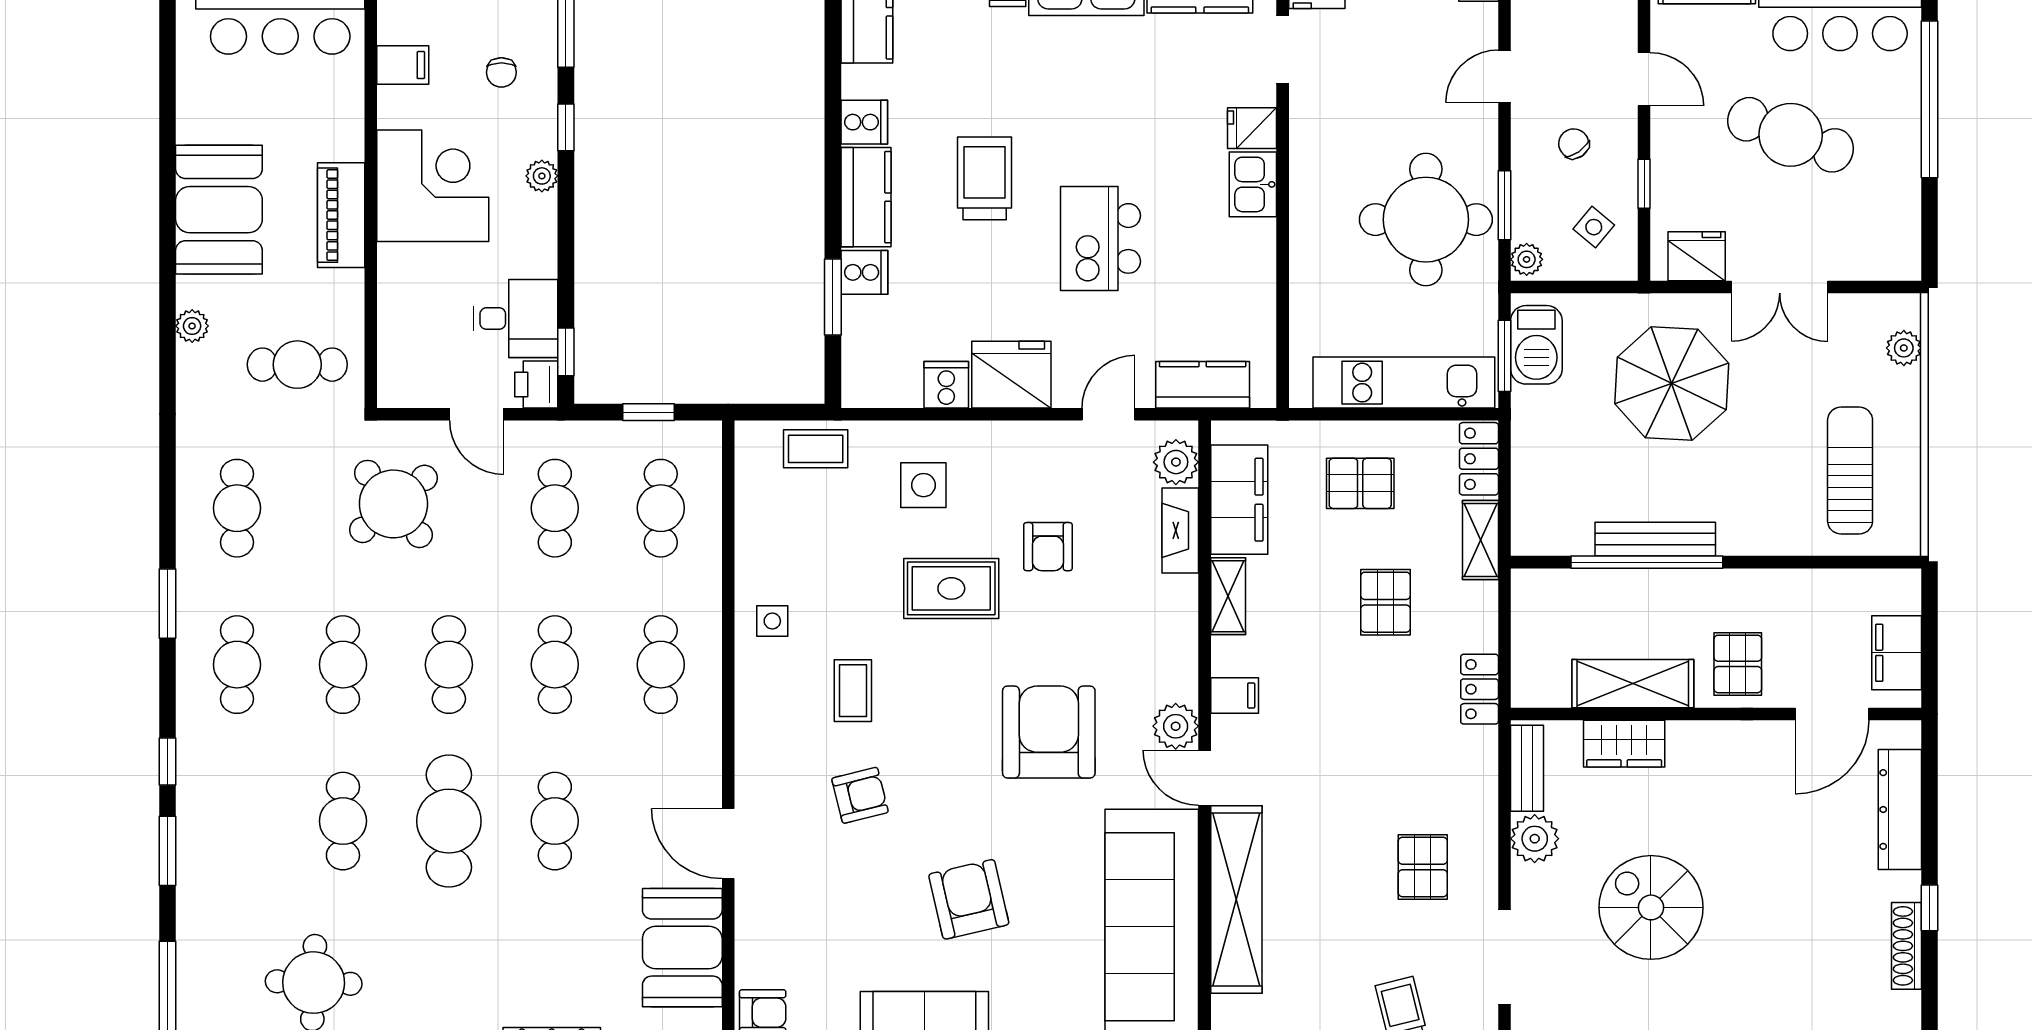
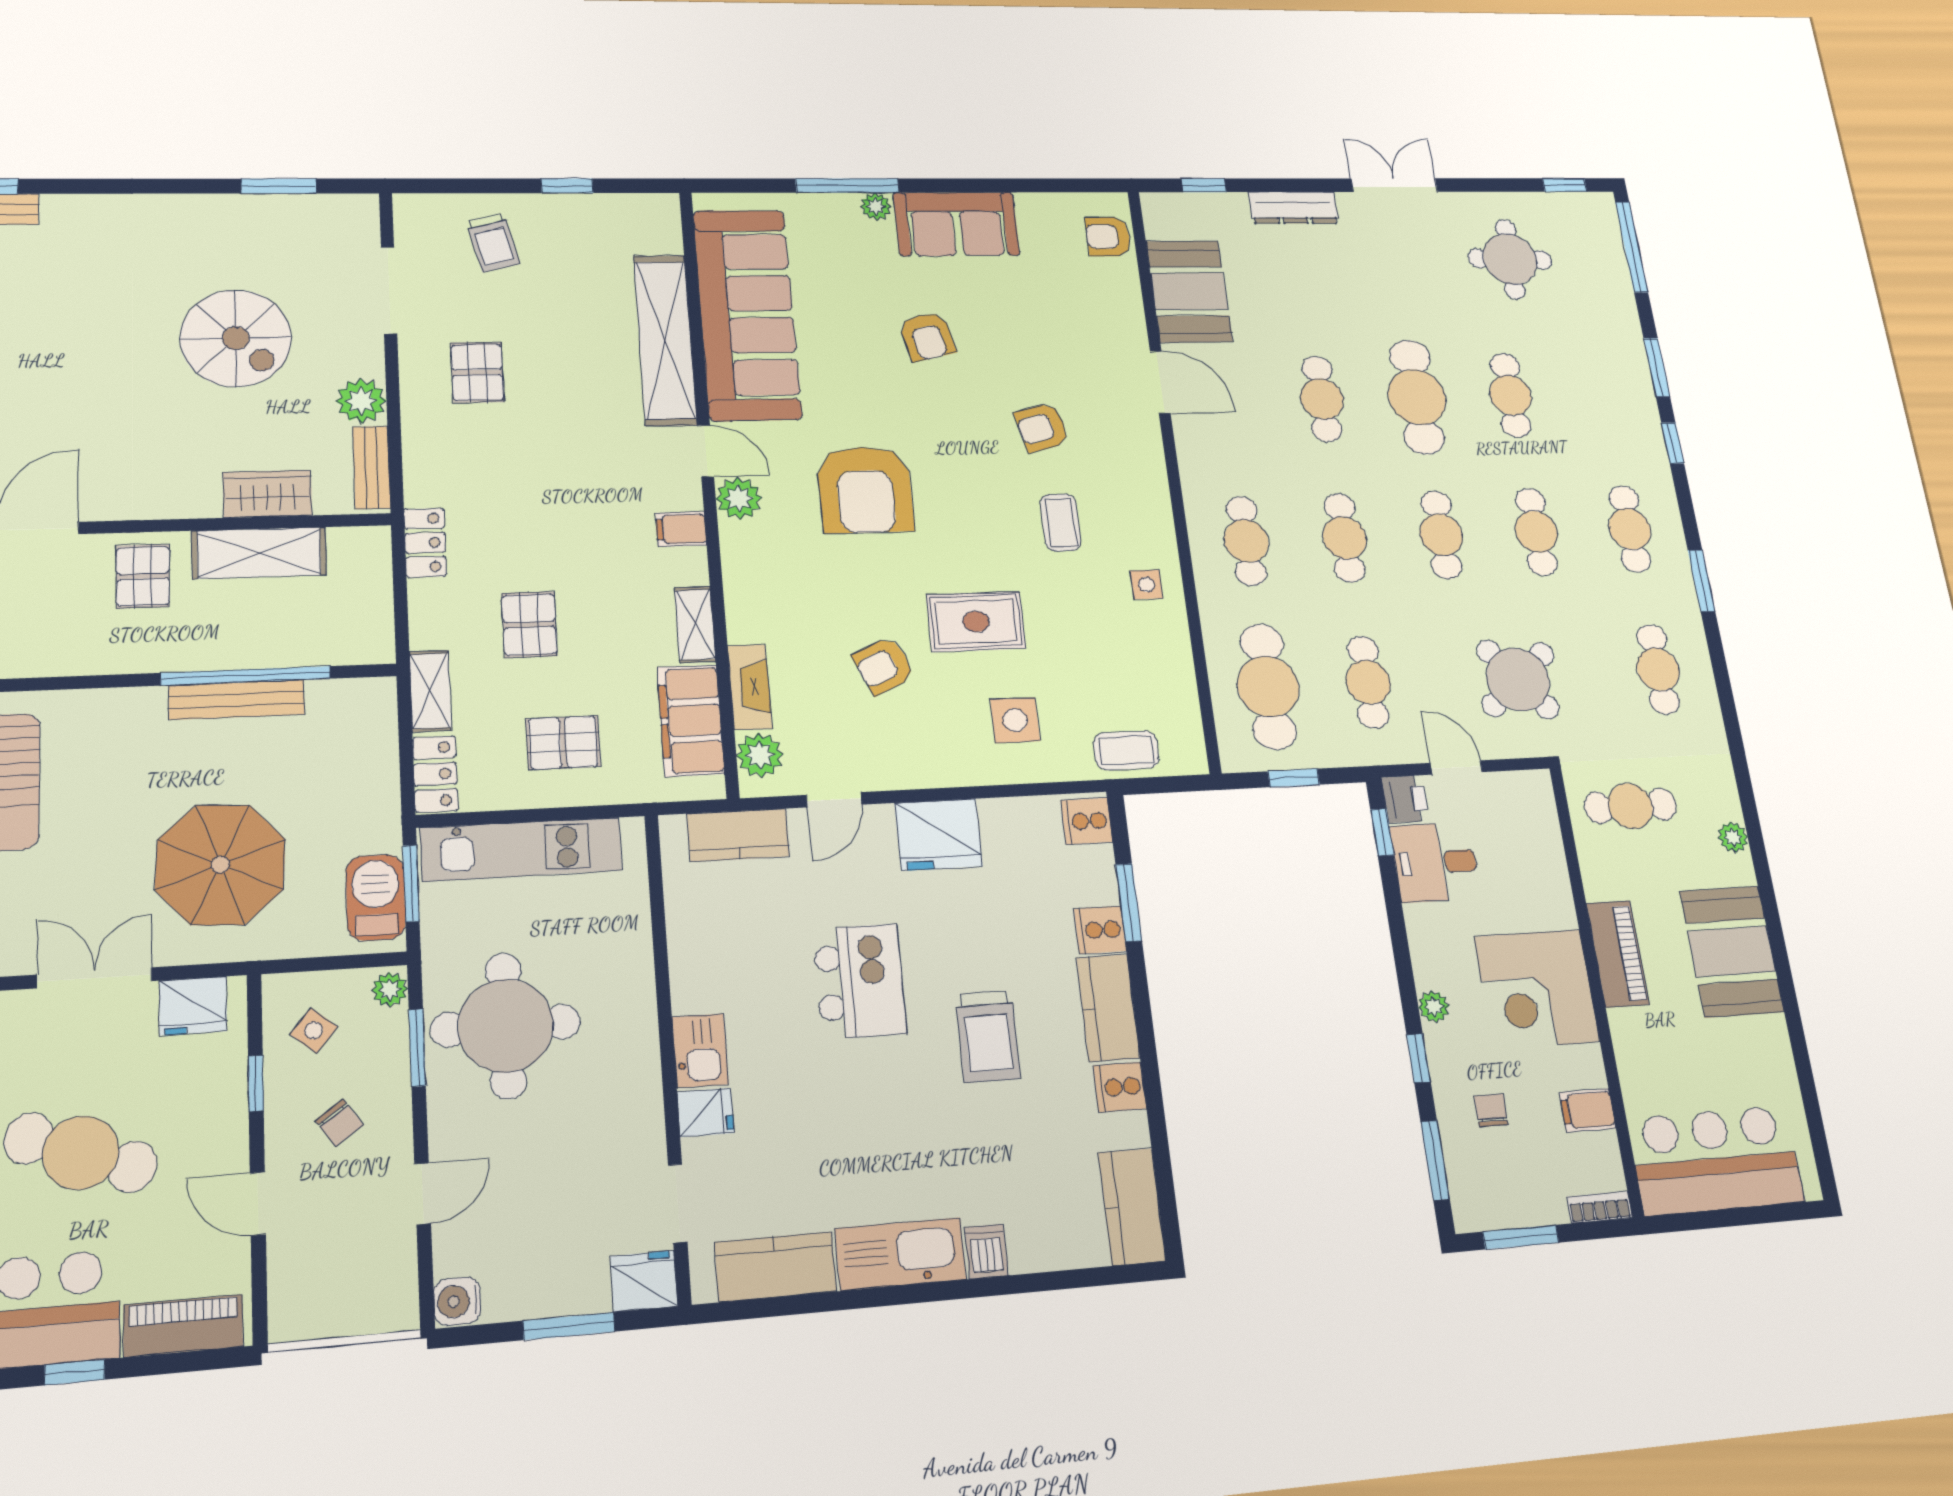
cooker: (946, 385) -> (1087, 821), moved, turned 90
cafe table: (661, 508) -> (1268, 686), width x1.37, depth x1.35
armchair: (1048, 547) -> (884, 666), turned -114
armchair: (969, 899) -> (927, 336), width x0.72, depth x0.72

